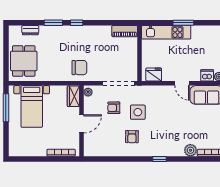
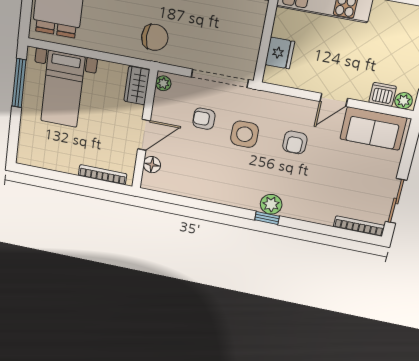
fridge: (154, 75) -> (280, 53), moved, turned 90
door: (182, 83) -> (334, 100), hinge flipped
armchair: (132, 137) -> (295, 142), moved
floor lamp: (89, 141) -> (152, 165), added
plant: (190, 150) -> (271, 204), moved

